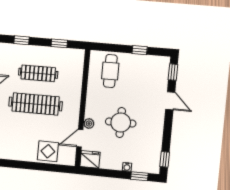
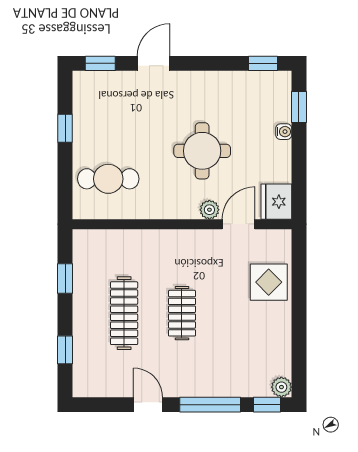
clothes rail: (36, 104) -> (182, 313), width x0.54, depth x0.76
door: (80, 138) -> (238, 224), swing flipped

